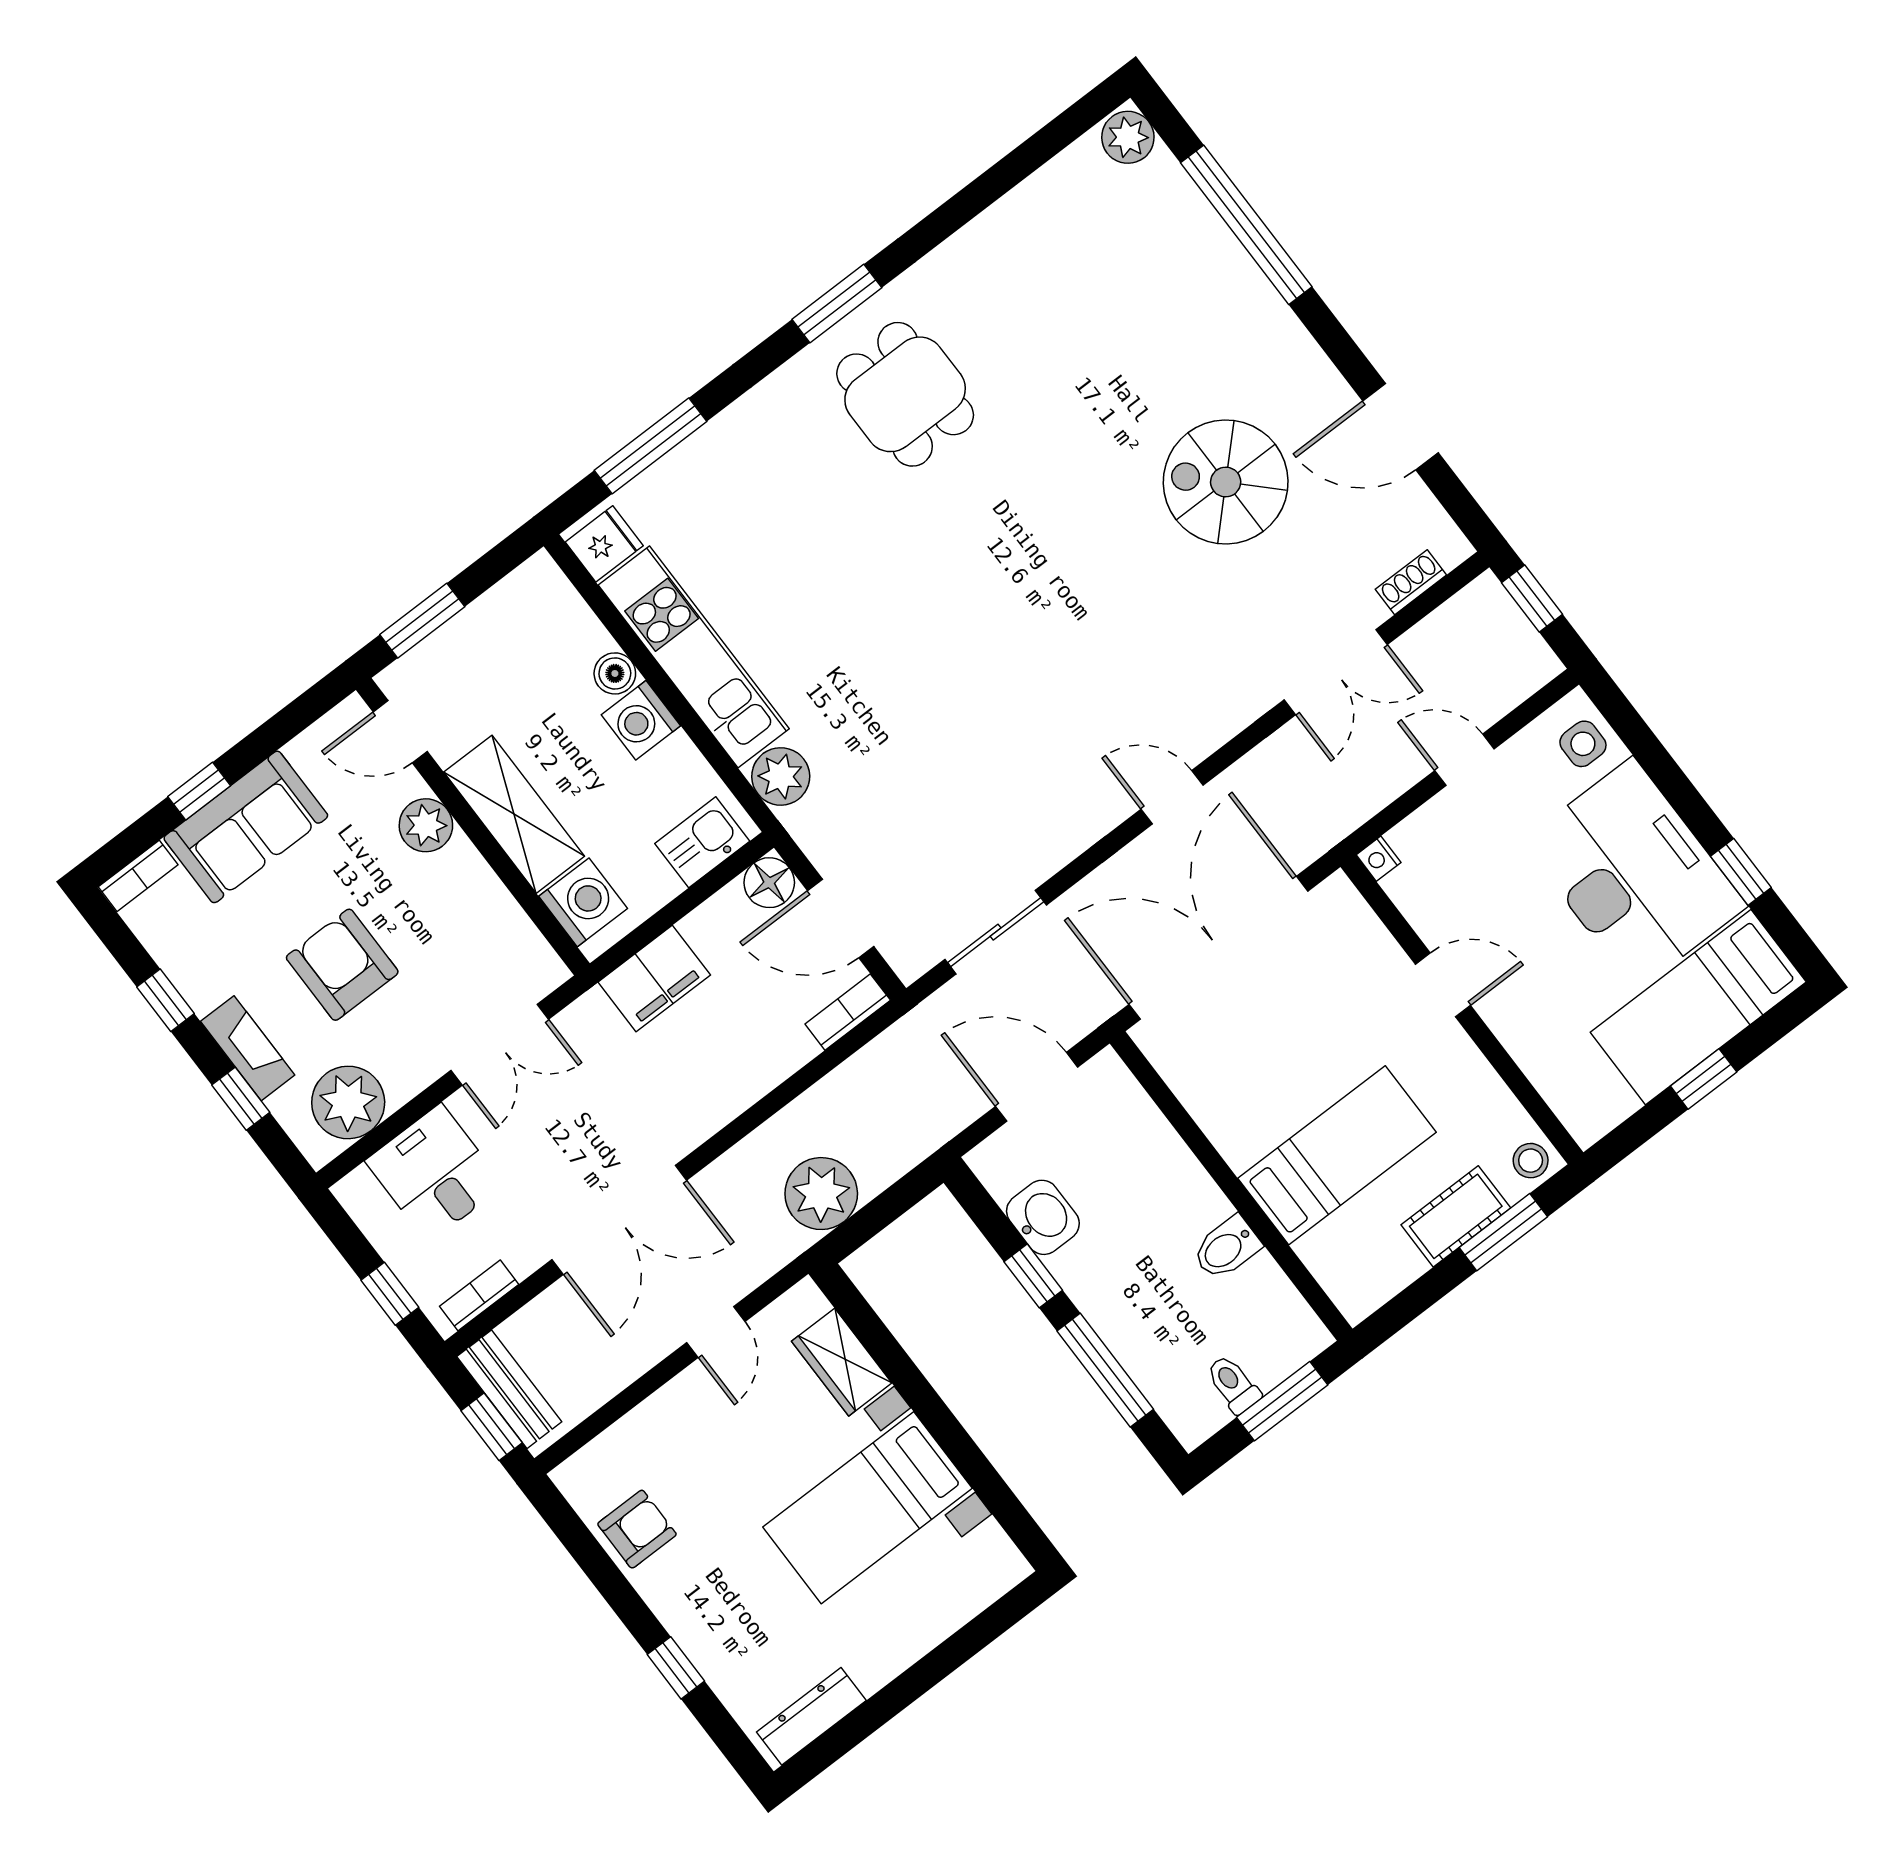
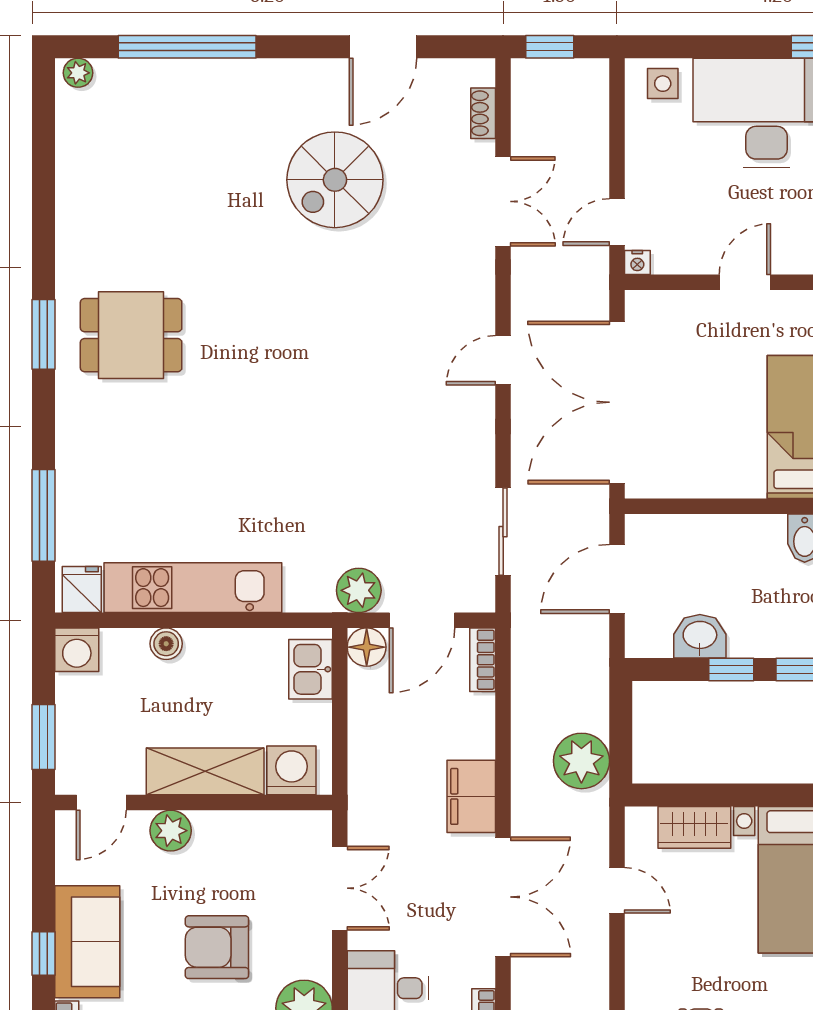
plant: (1128, 137) -> (78, 73), width x0.73, depth x0.73
washing machine: (641, 720) -> (77, 650), moved
door: (1464, 760) -> (617, 222), moved
plant: (781, 776) -> (359, 590), moved
filing cabinet: (654, 979) -> (471, 796), moved, turned 180

